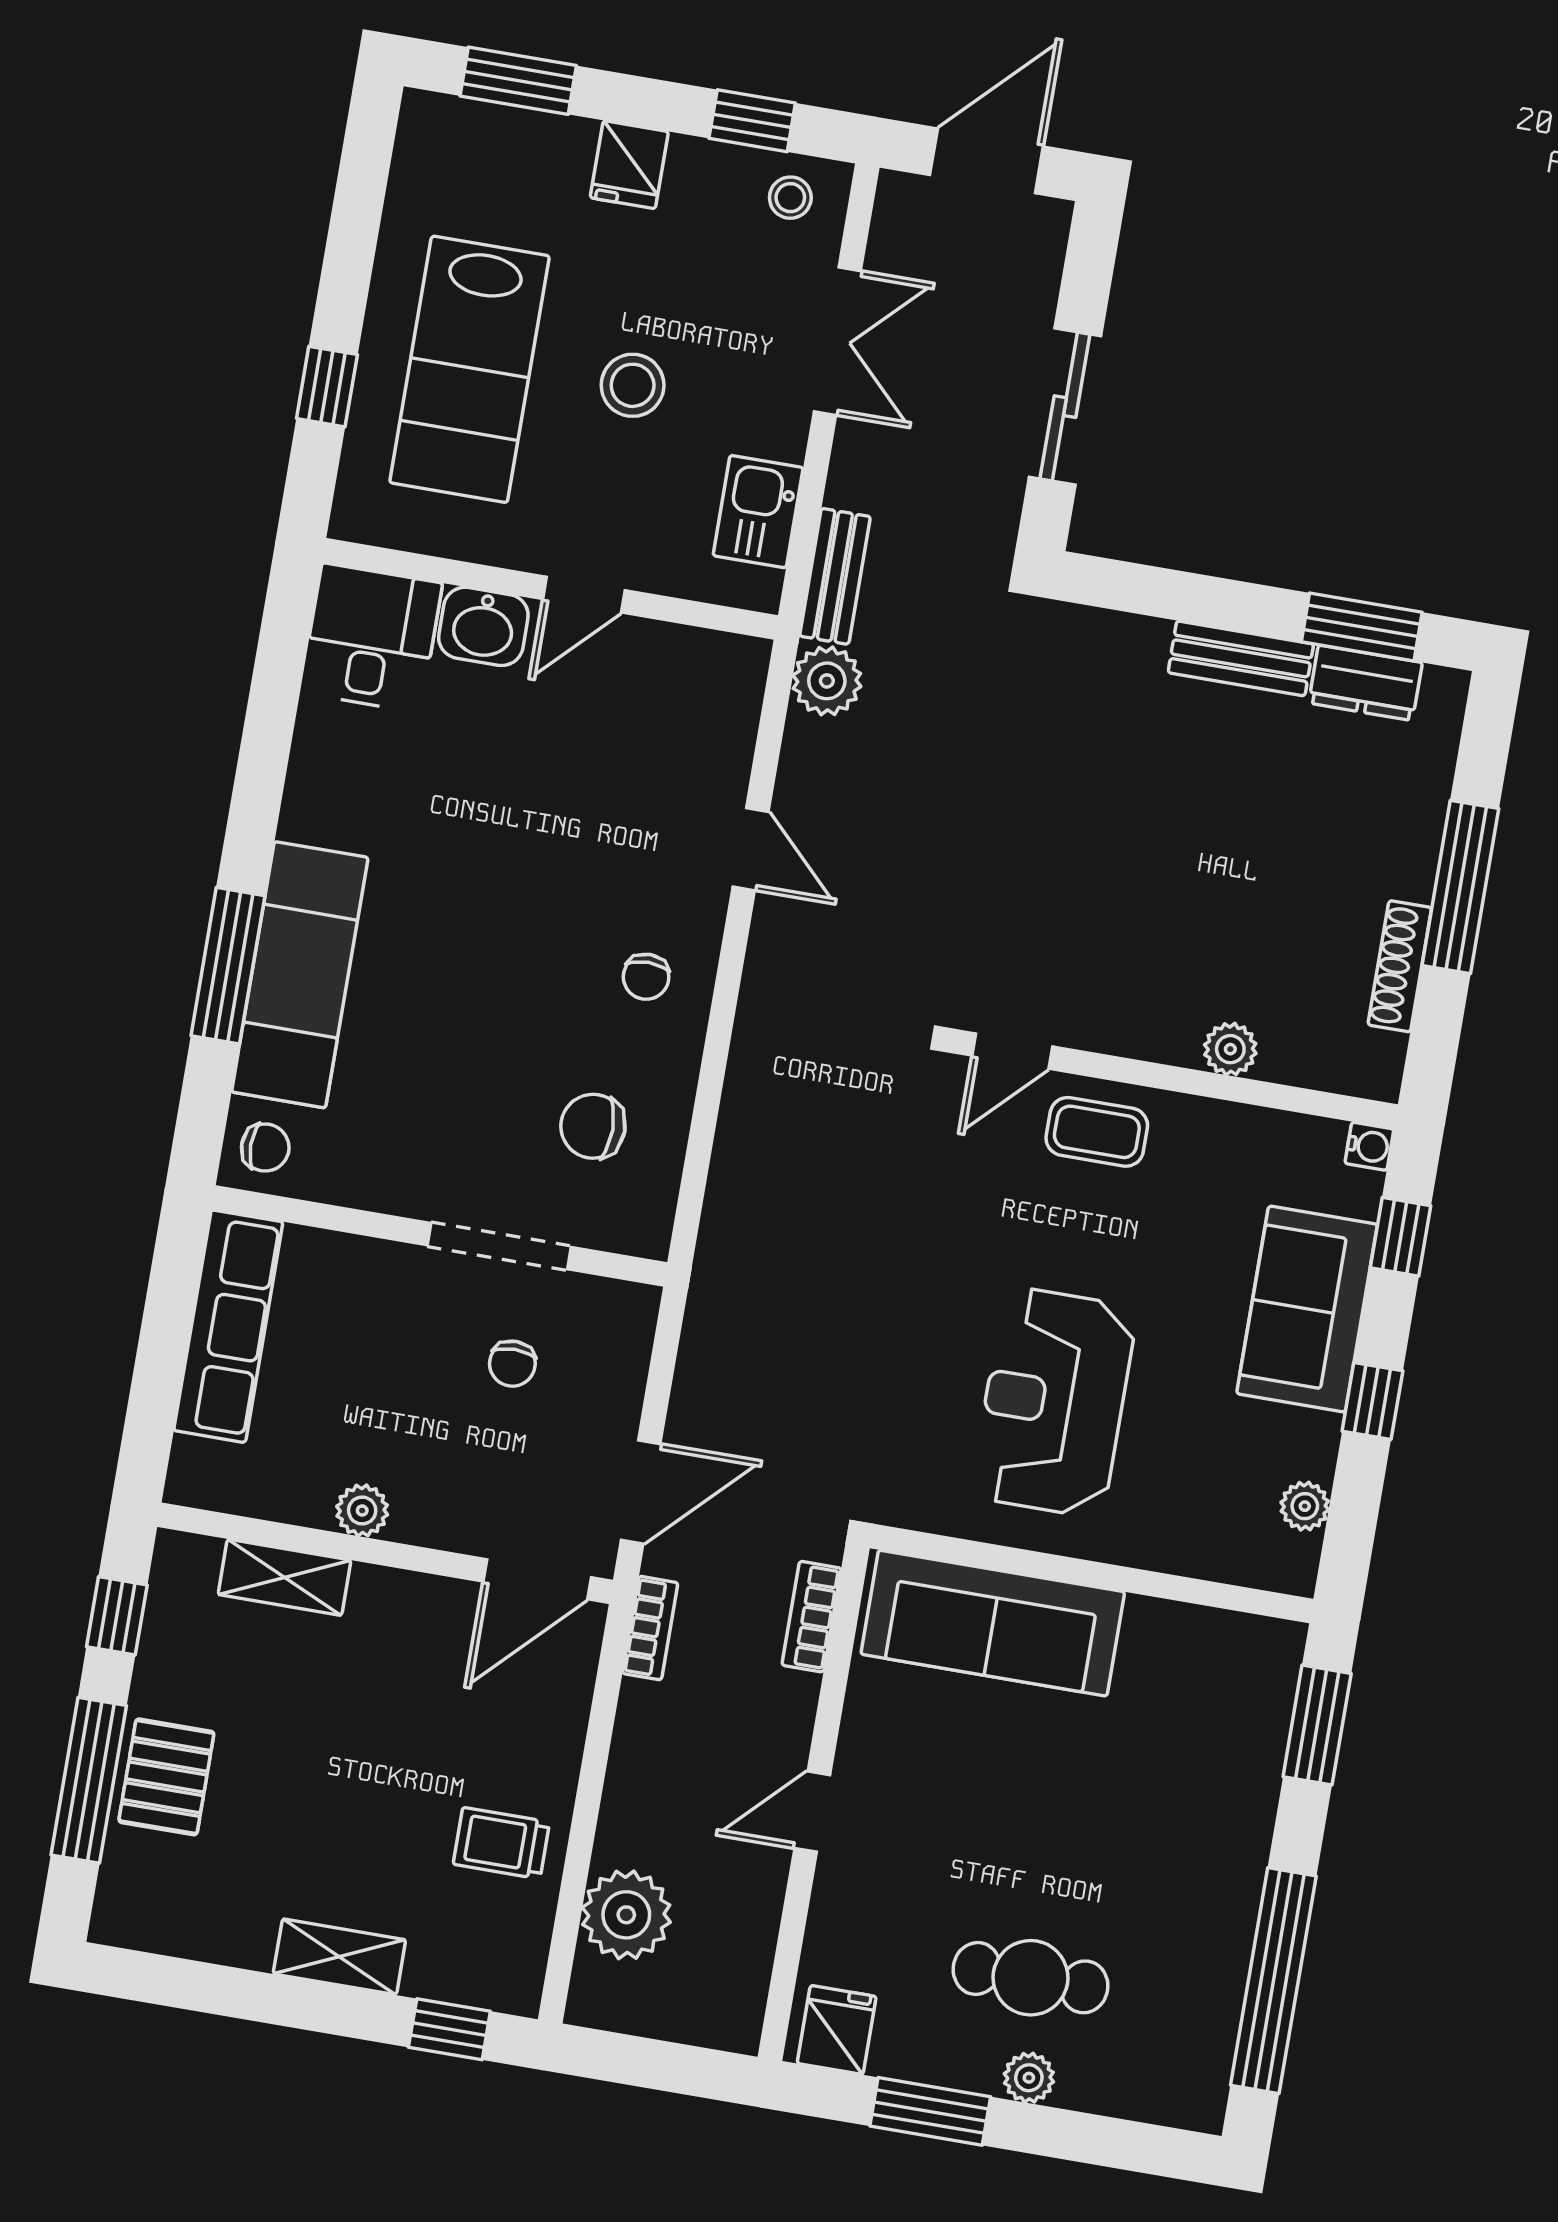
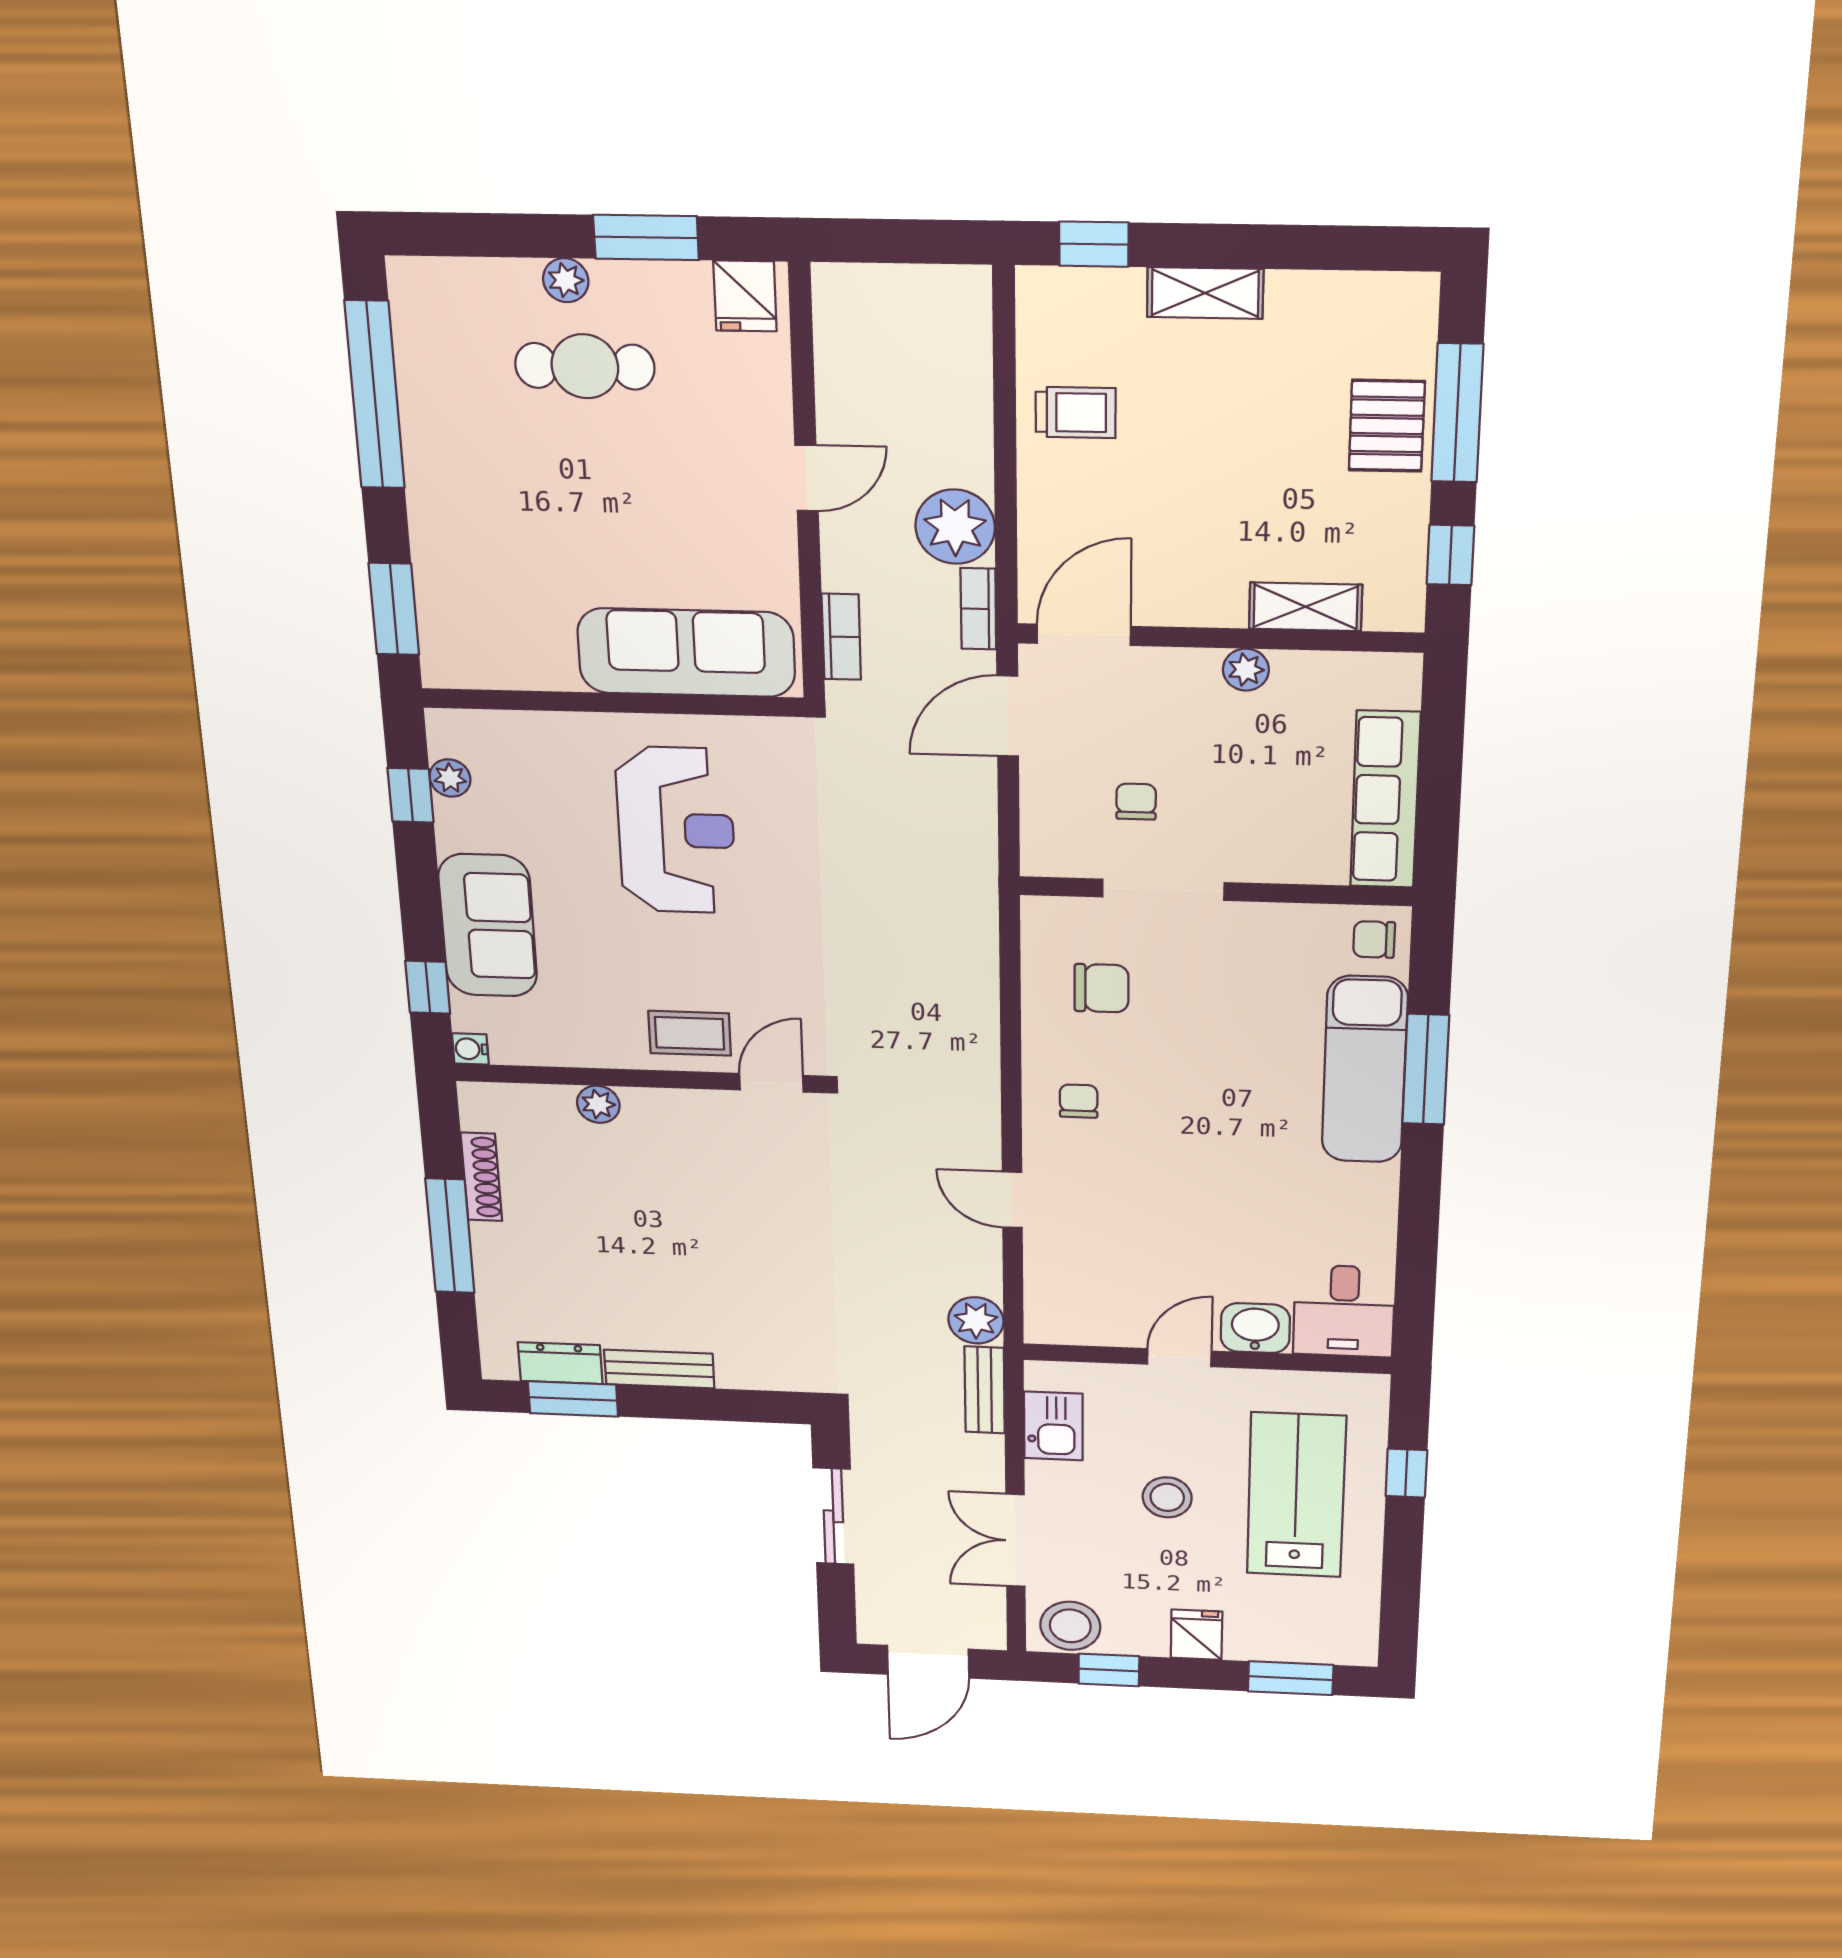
stool: (790, 198) -> (1070, 1626), width x1.89, depth x1.89
window: (1372, 1401) -> (411, 795), moved
plant: (626, 1915) -> (955, 527), moved

